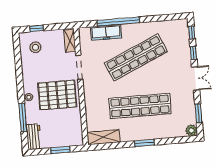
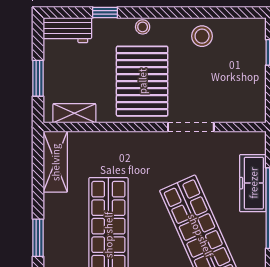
shelving: (70, 41) -> (74, 113), moved
stool: (35, 47) -> (202, 36), moved
window: (23, 118) -> (105, 12), width x0.46

